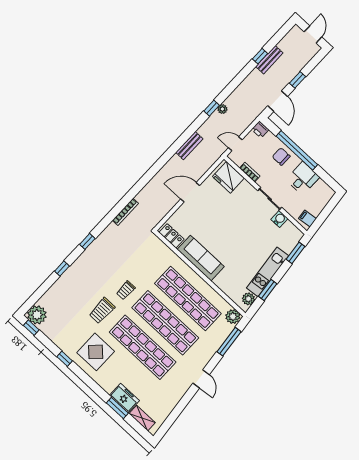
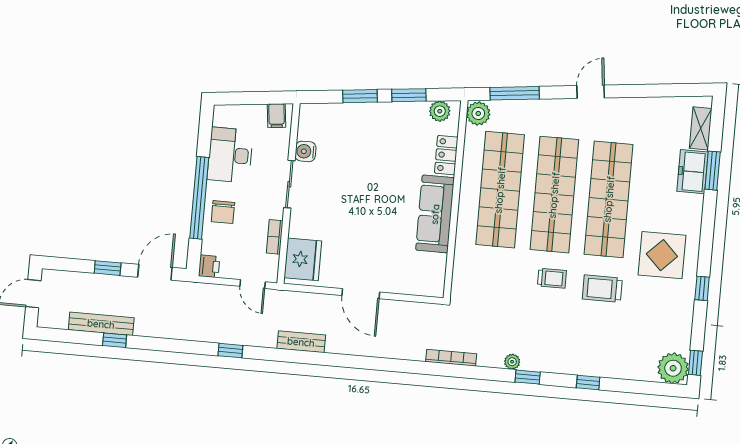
bench: (269, 60) -> (101, 324), width x1.36
plant: (222, 109) -> (512, 362), moved
desk: (303, 178) -> (230, 155), width x1.37
locker: (172, 236) -> (446, 155), moved
window: (295, 253) -> (360, 96), moved
kitchen unit: (268, 272) -> (386, 114), removed
trolley: (102, 311) -> (602, 289), turned 180

